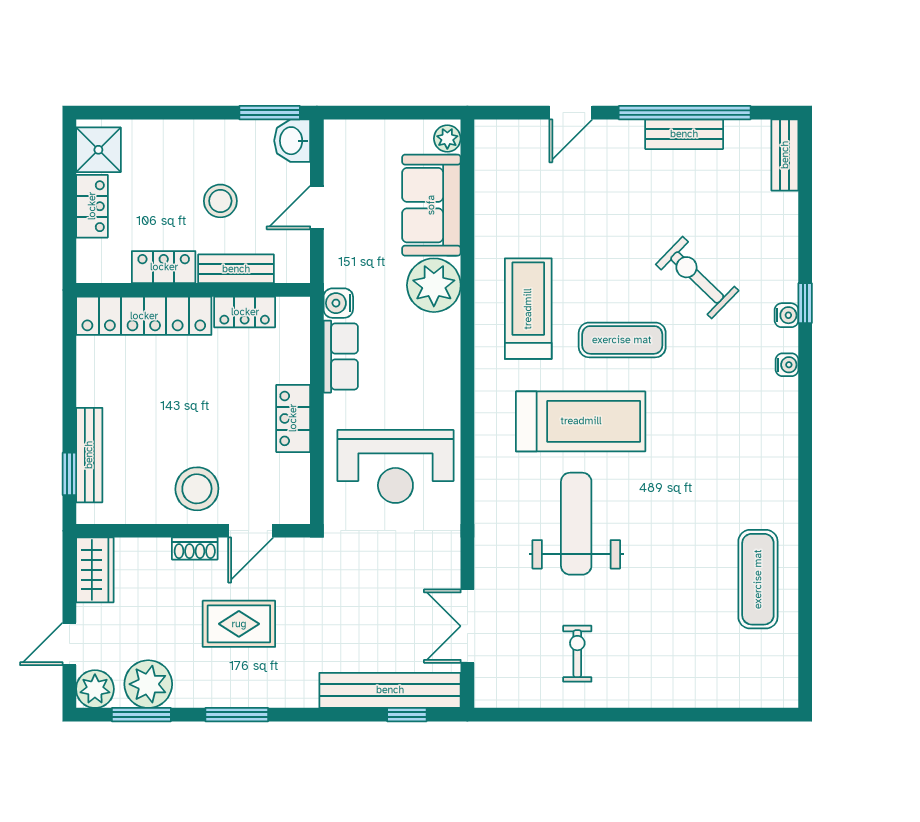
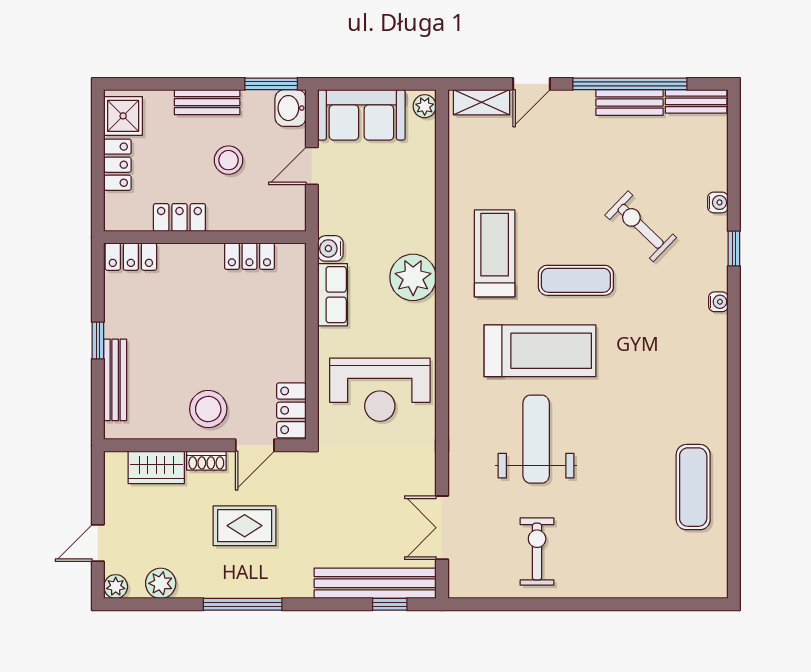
shelving: (513, 134) -> (481, 102), added
bench: (785, 155) -> (696, 101), moved, turned 90
sofa: (431, 205) -> (361, 115), moved, turned -90
bench: (236, 269) -> (207, 102), moved
plant: (434, 285) -> (413, 277), moved
water cooler: (786, 315) -> (718, 202), moved
locker: (144, 316) -> (131, 257), width x0.46, depth x0.83
locker: (293, 418) -> (291, 410), moved
window: (69, 474) -> (98, 340), moved
wardrobe: (95, 570) -> (156, 467), moved, turned 90
exercise bike: (577, 654) -> (537, 552), width x1.38, depth x1.39
plant: (148, 684) -> (161, 583), width x0.73, depth x0.73
plant: (95, 689) -> (116, 587), width x0.73, depth x0.73
window: (141, 715) -> (160, 604), removed
window: (237, 715) -> (243, 604), width x1.44

